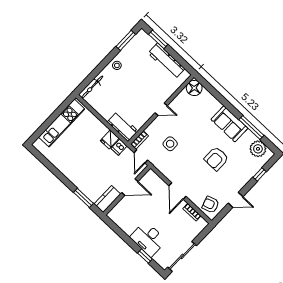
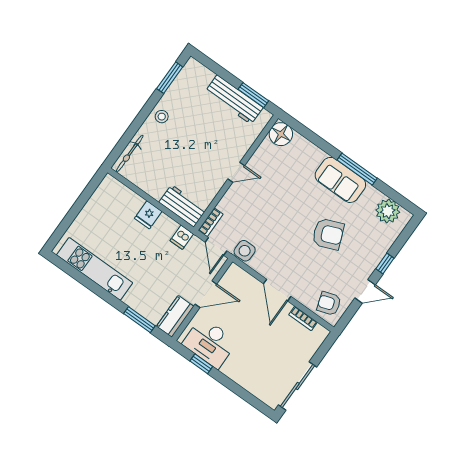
window: (158, 39) -> (253, 95), moved
kitchen unit: (62, 123) -> (95, 269), moved, turned -90
window: (251, 127) -> (357, 169), moved
fridge: (110, 139) -> (148, 215), moved
side table: (170, 144) -> (245, 251), moved
armchair: (216, 159) -> (328, 234), turned -112
window: (260, 174) -> (385, 264), moved
desk: (148, 239) -> (210, 343), moved
window: (145, 256) -> (201, 364), moved

